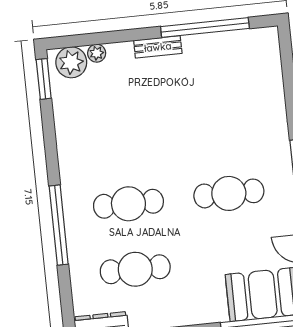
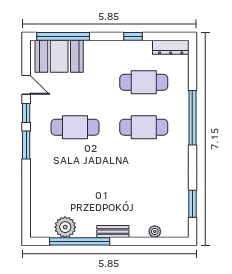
plant: (71, 62) -> (65, 227), moved
window: (44, 79) -> (192, 204), moved

